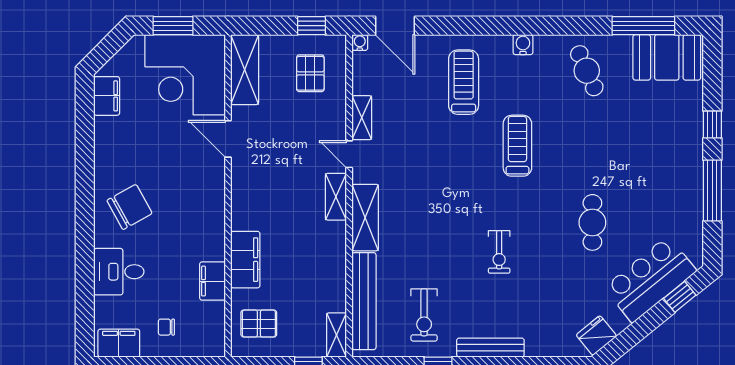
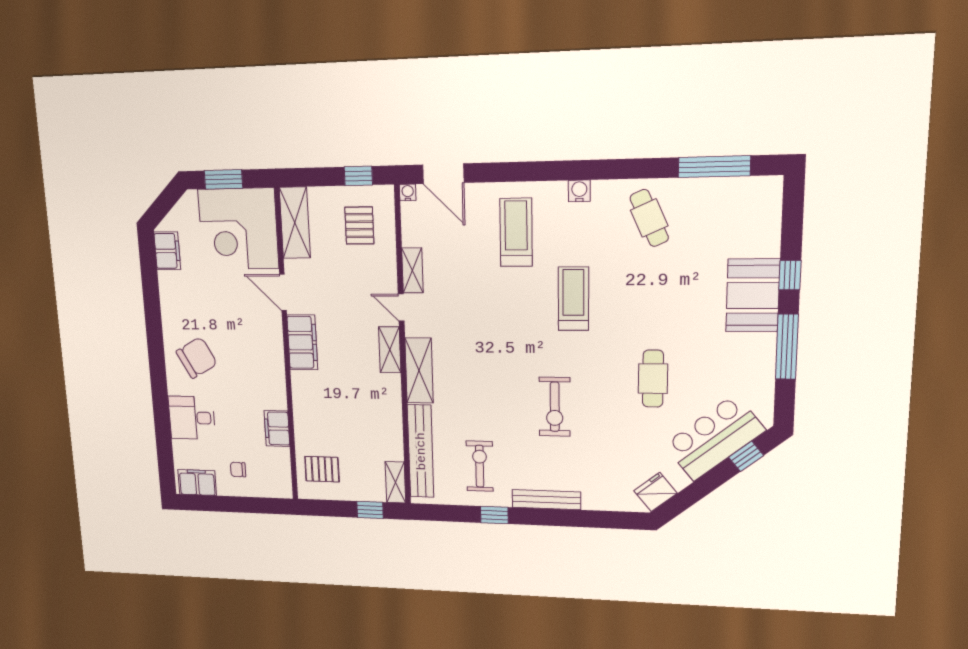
booth: (667, 57) -> (753, 296), moved, turned 90
exercise bike: (499, 252) -> (555, 407), width x1.38, depth x1.39
filing cabinet: (245, 260) -> (302, 342), moved
exercise bike: (424, 315) -> (480, 466), turned 180

